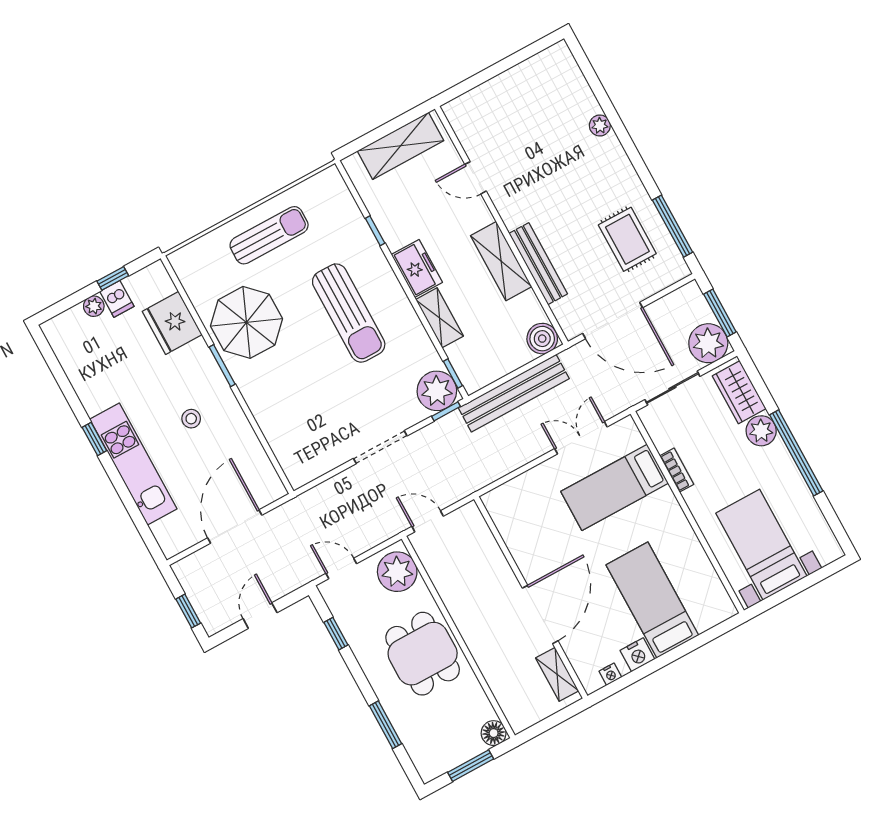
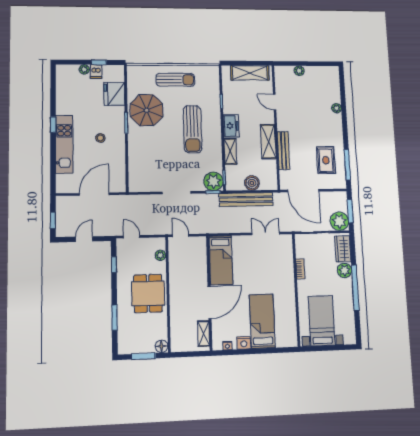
plant: (492, 90) -> (299, 71), added
boiler: (542, 339) -> (252, 183), moved
bed: (615, 487) -> (221, 260), moved, turned -90
plant: (397, 572) -> (160, 255), width x0.53, depth x0.53

